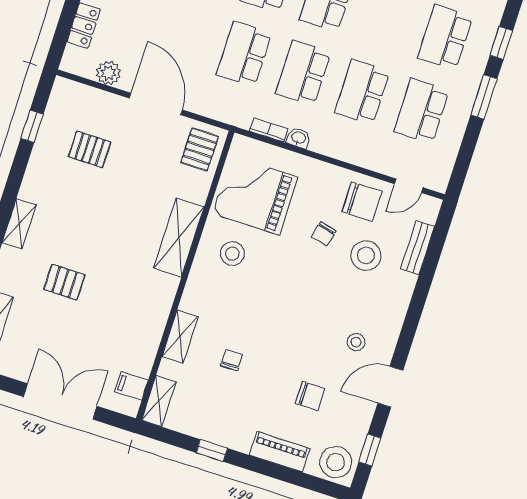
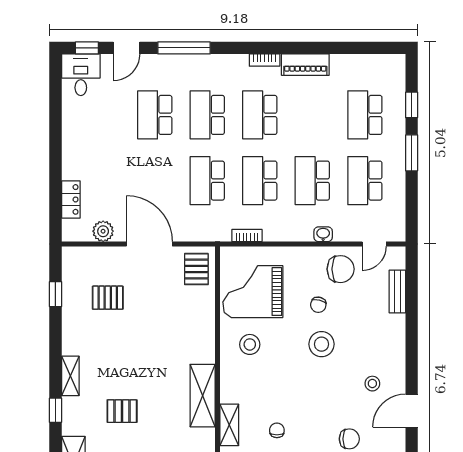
washbasin: (298, 138) -> (323, 234), moved
shelving: (179, 238) -> (203, 396), moved
stool: (366, 256) -> (322, 344), moved

